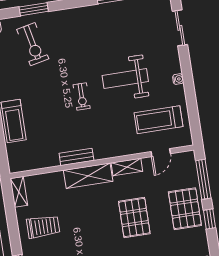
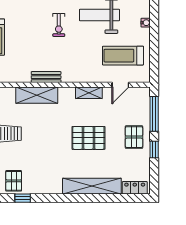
shelving: (88, 176) -> (37, 95), moved
pallet: (185, 209) -> (134, 137), width x0.67, depth x0.71
pallet: (134, 218) -> (88, 138), turned 90

